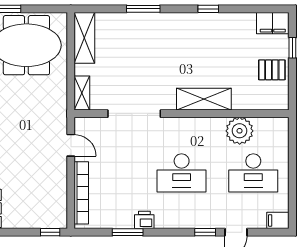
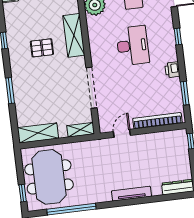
pallet: (193, 56) -> (42, 48), added
window: (128, 232) -> (185, 93), moved
window: (205, 232) -> (178, 36), moved

